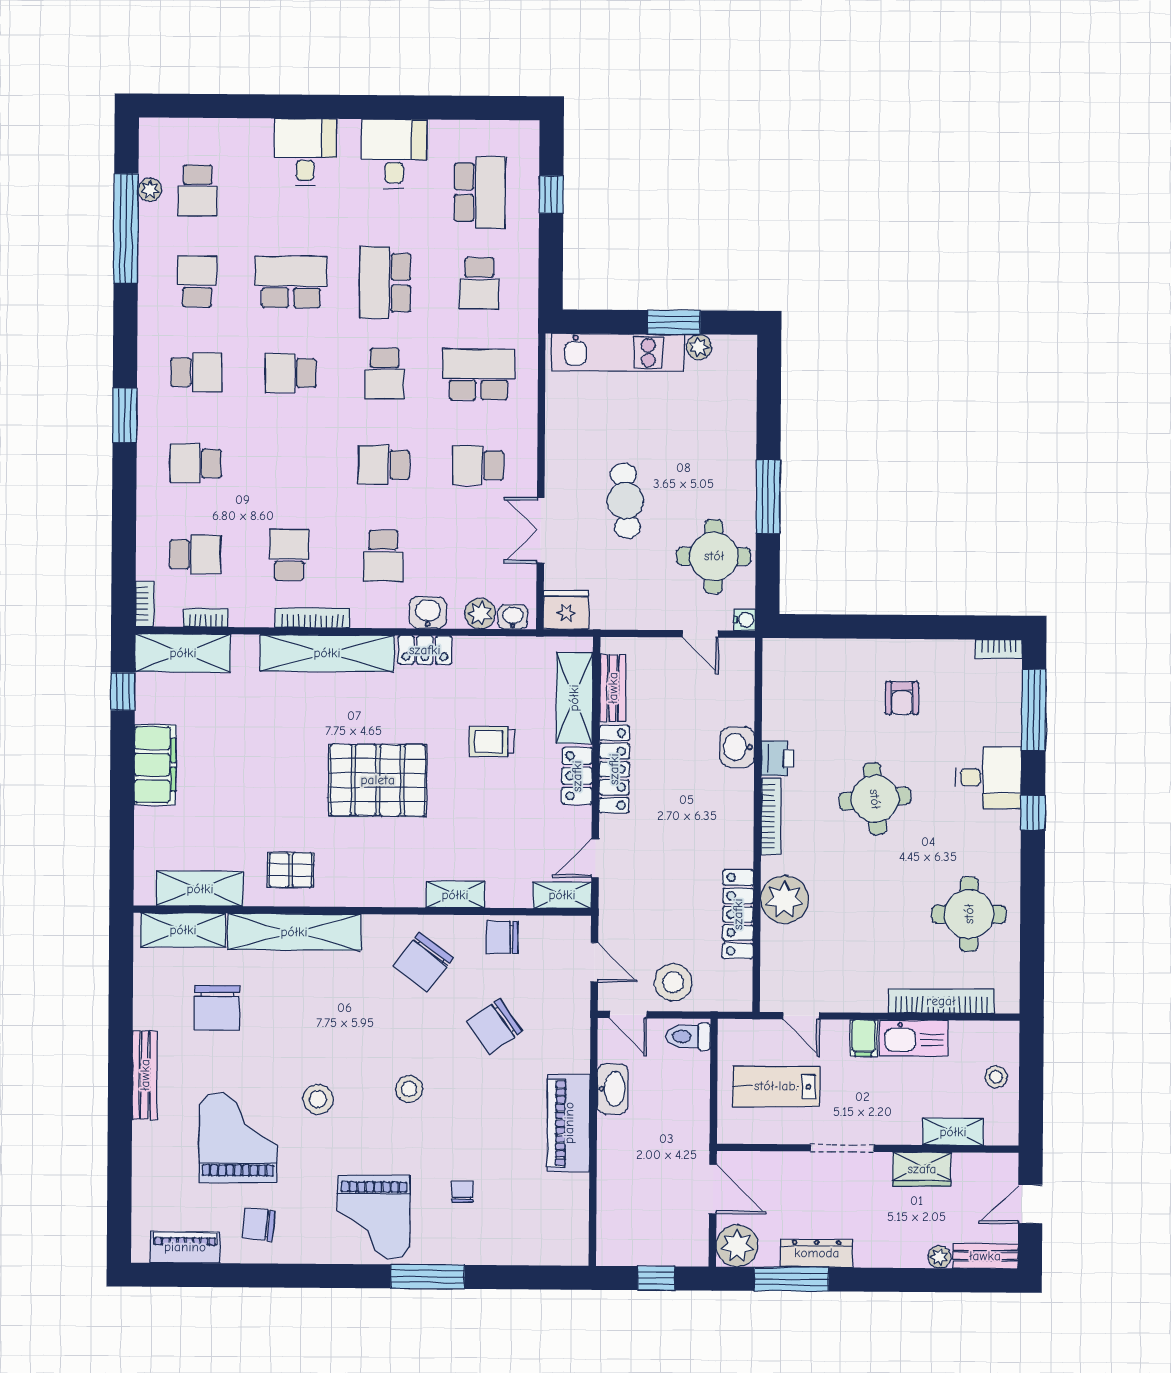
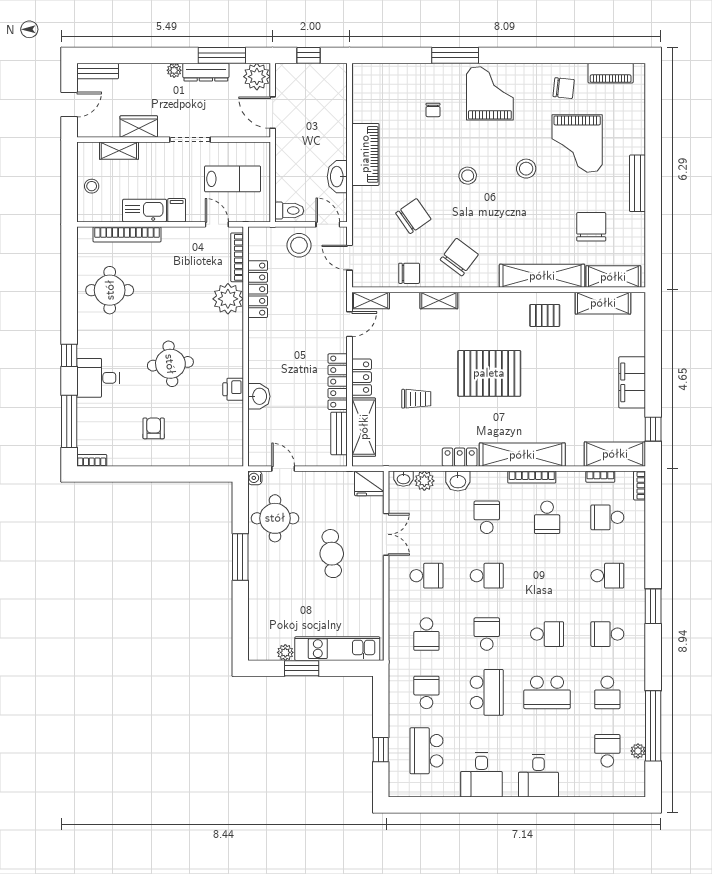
school desk: (479, 374) -> (426, 634), width x0.54
bookcase: (771, 816) -> (237, 257), moved
plant: (939, 1257) -> (174, 70), moved

